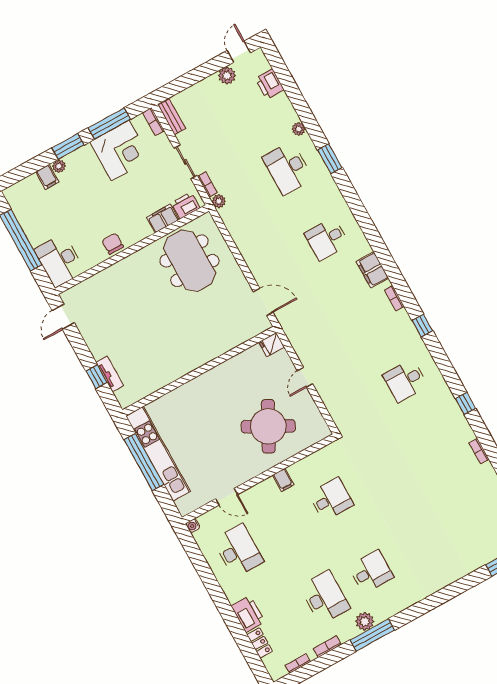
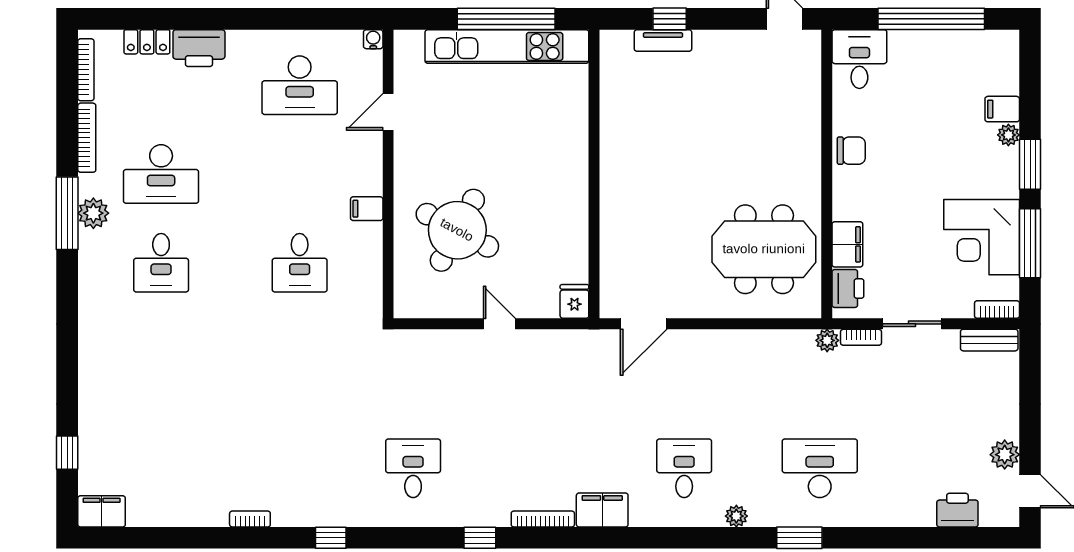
plant: (299, 129) -> (736, 516), moved
desk: (60, 261) -> (859, 59), width x0.73
bookcase: (394, 298) -> (543, 519), width x1.56
bookcase: (327, 647) -> (87, 138), width x1.56
bookcase: (298, 664) -> (86, 70), width x1.56

